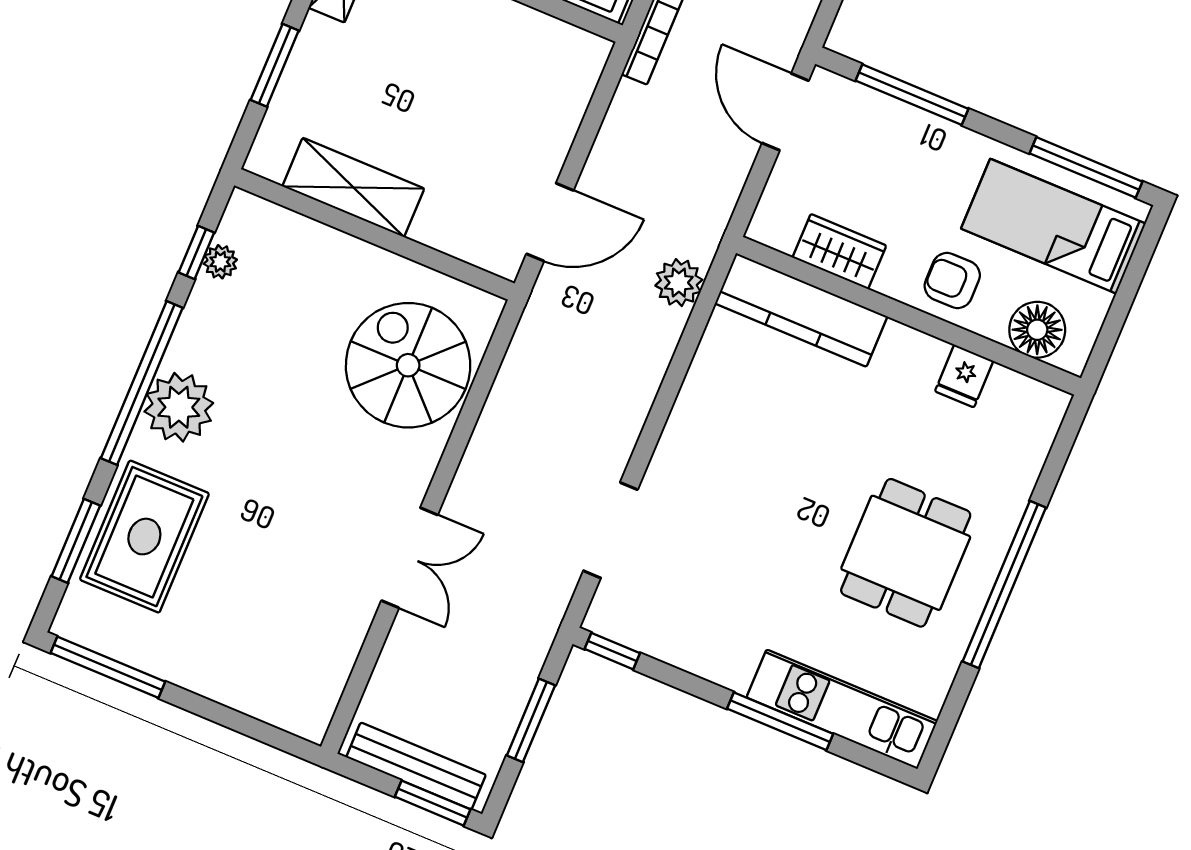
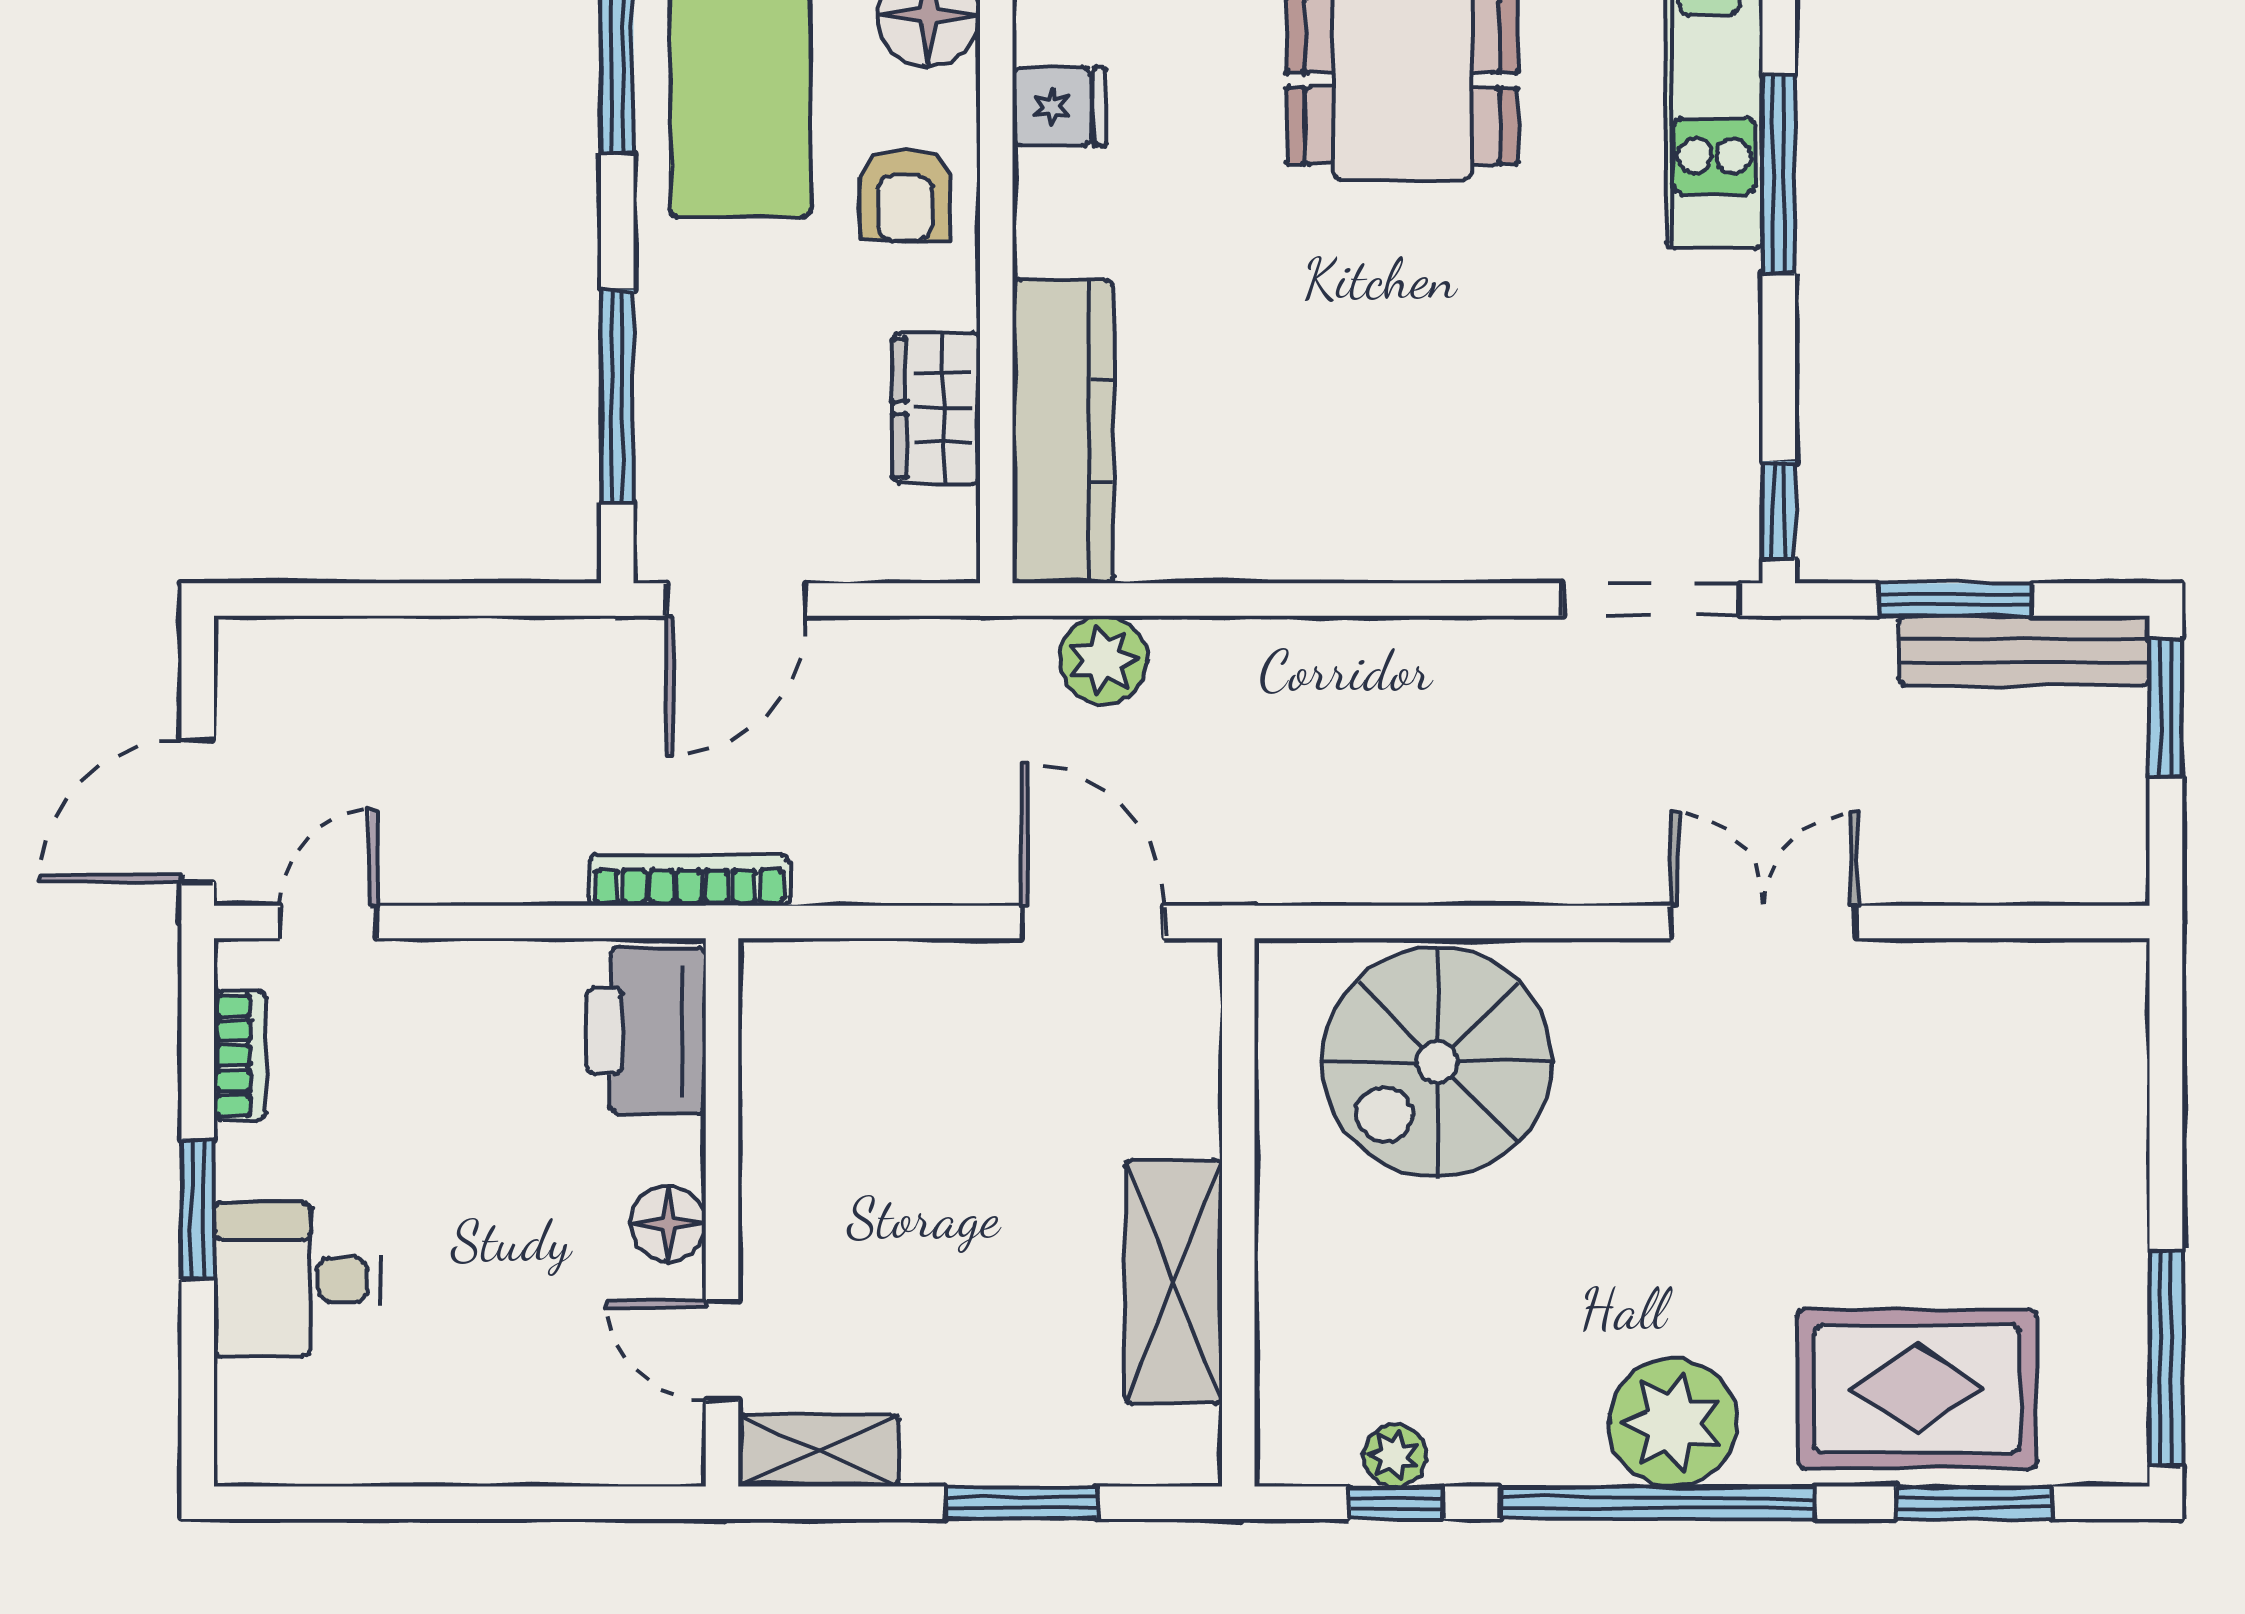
doorway: (610, 530) -> (1651, 599), moved
bench: (416, 766) -> (2024, 651), moved, turned 90

